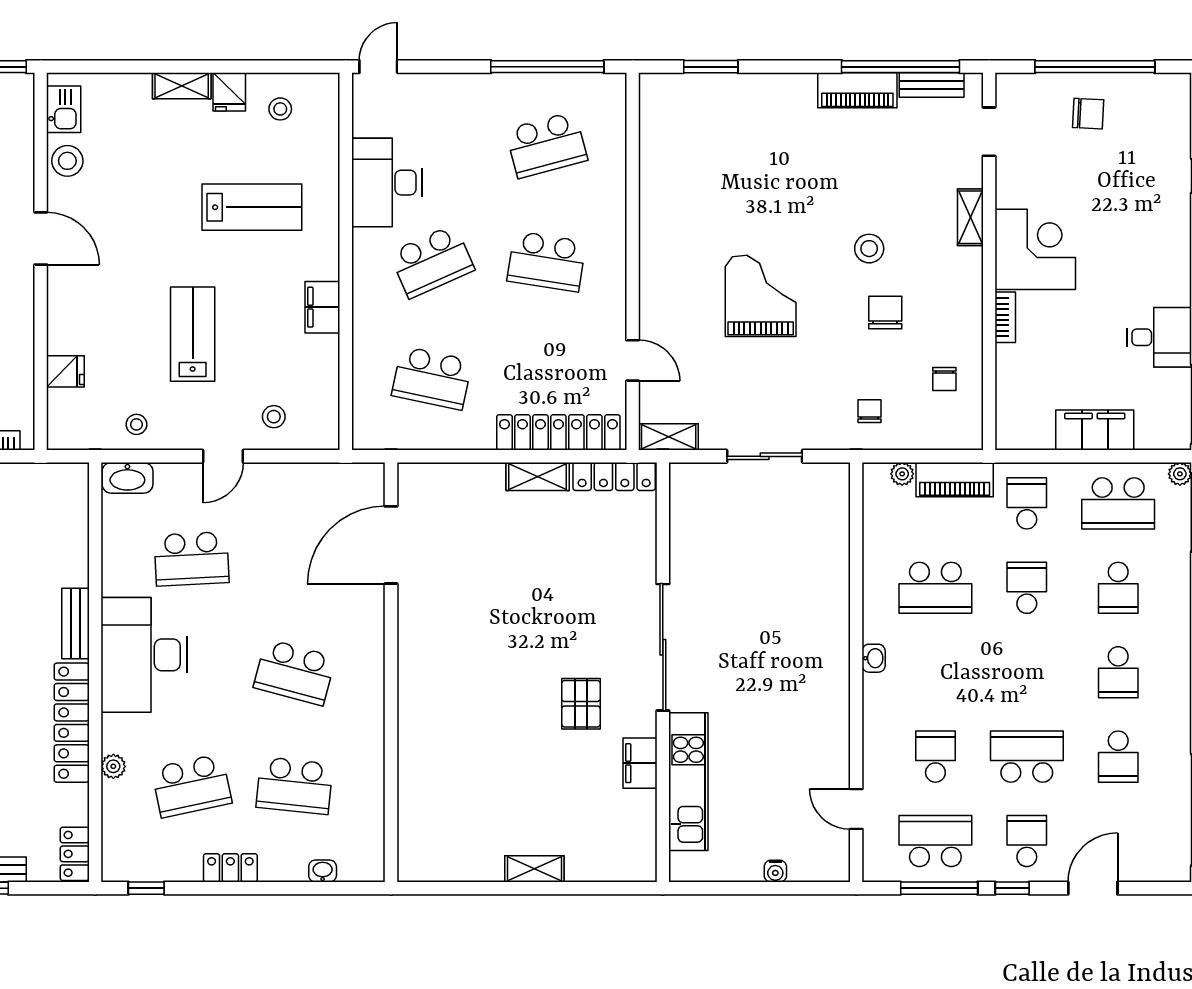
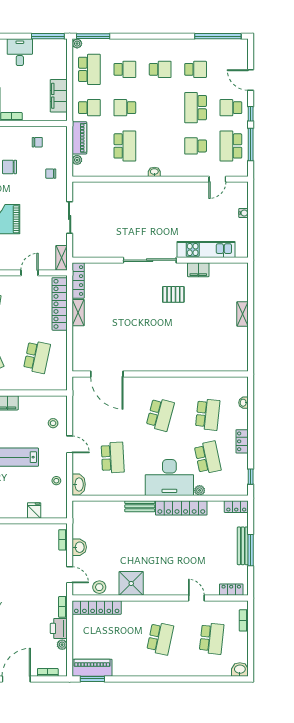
filing cabinet: (1095, 430) -> (59, 96), moved
school desk: (1027, 503) -> (89, 108), turned 180
desk: (144, 655) -> (169, 477), moved

